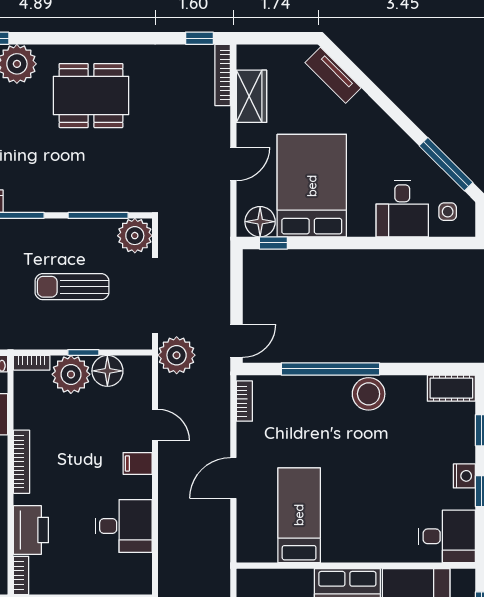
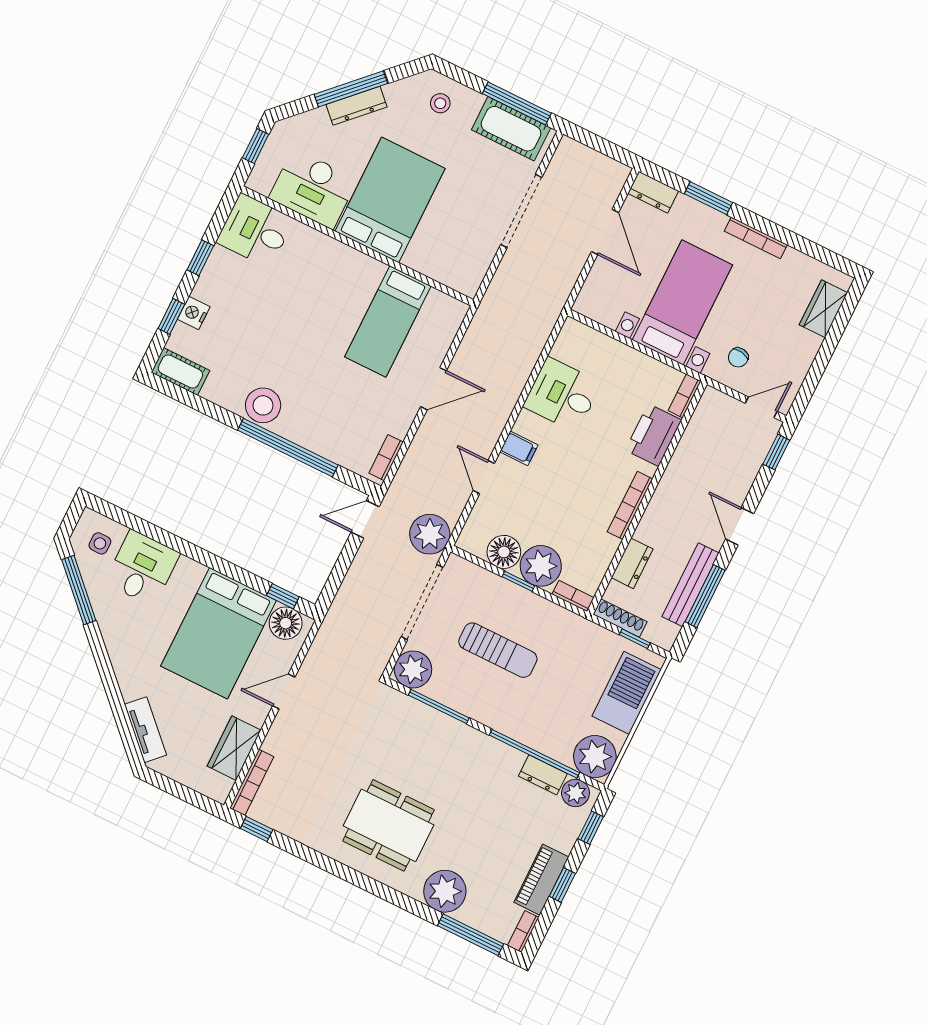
nightstand: (464, 476) -> (194, 313), moved

